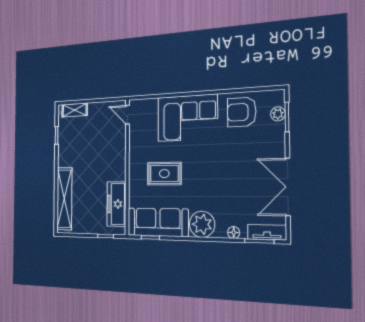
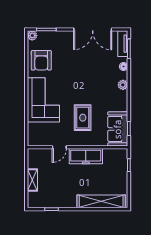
shelving: (75, 110) -> (32, 180), moved
plant: (278, 114) -> (32, 36), moved
door: (127, 115) -> (59, 147), moved
freezer: (116, 204) -> (86, 156), moved
sofa: (158, 222) -> (118, 129), width x0.73
plant: (202, 224) -> (123, 85), width x0.53, depth x0.53

